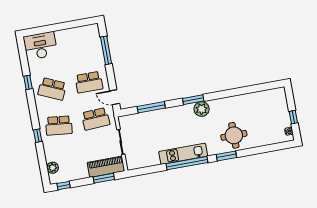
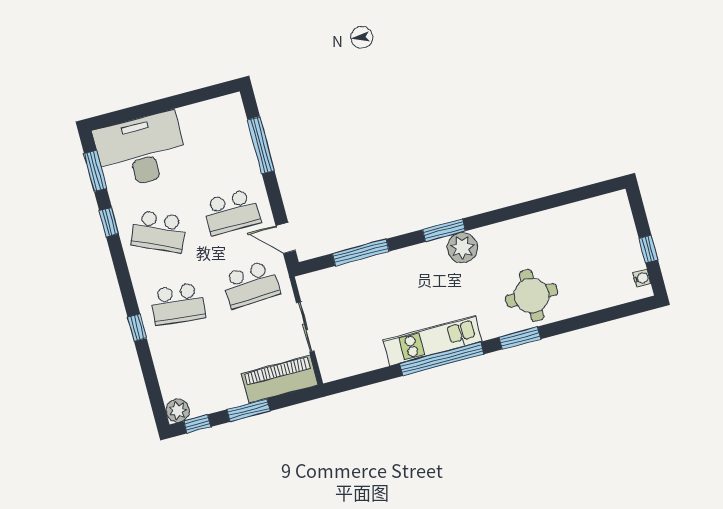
desk: (40, 46) -> (141, 151), width x1.36, depth x1.30
window: (23, 57) -> (95, 171), added
plant: (53, 168) -> (178, 410), moved
window: (104, 178) -> (248, 410), moved

